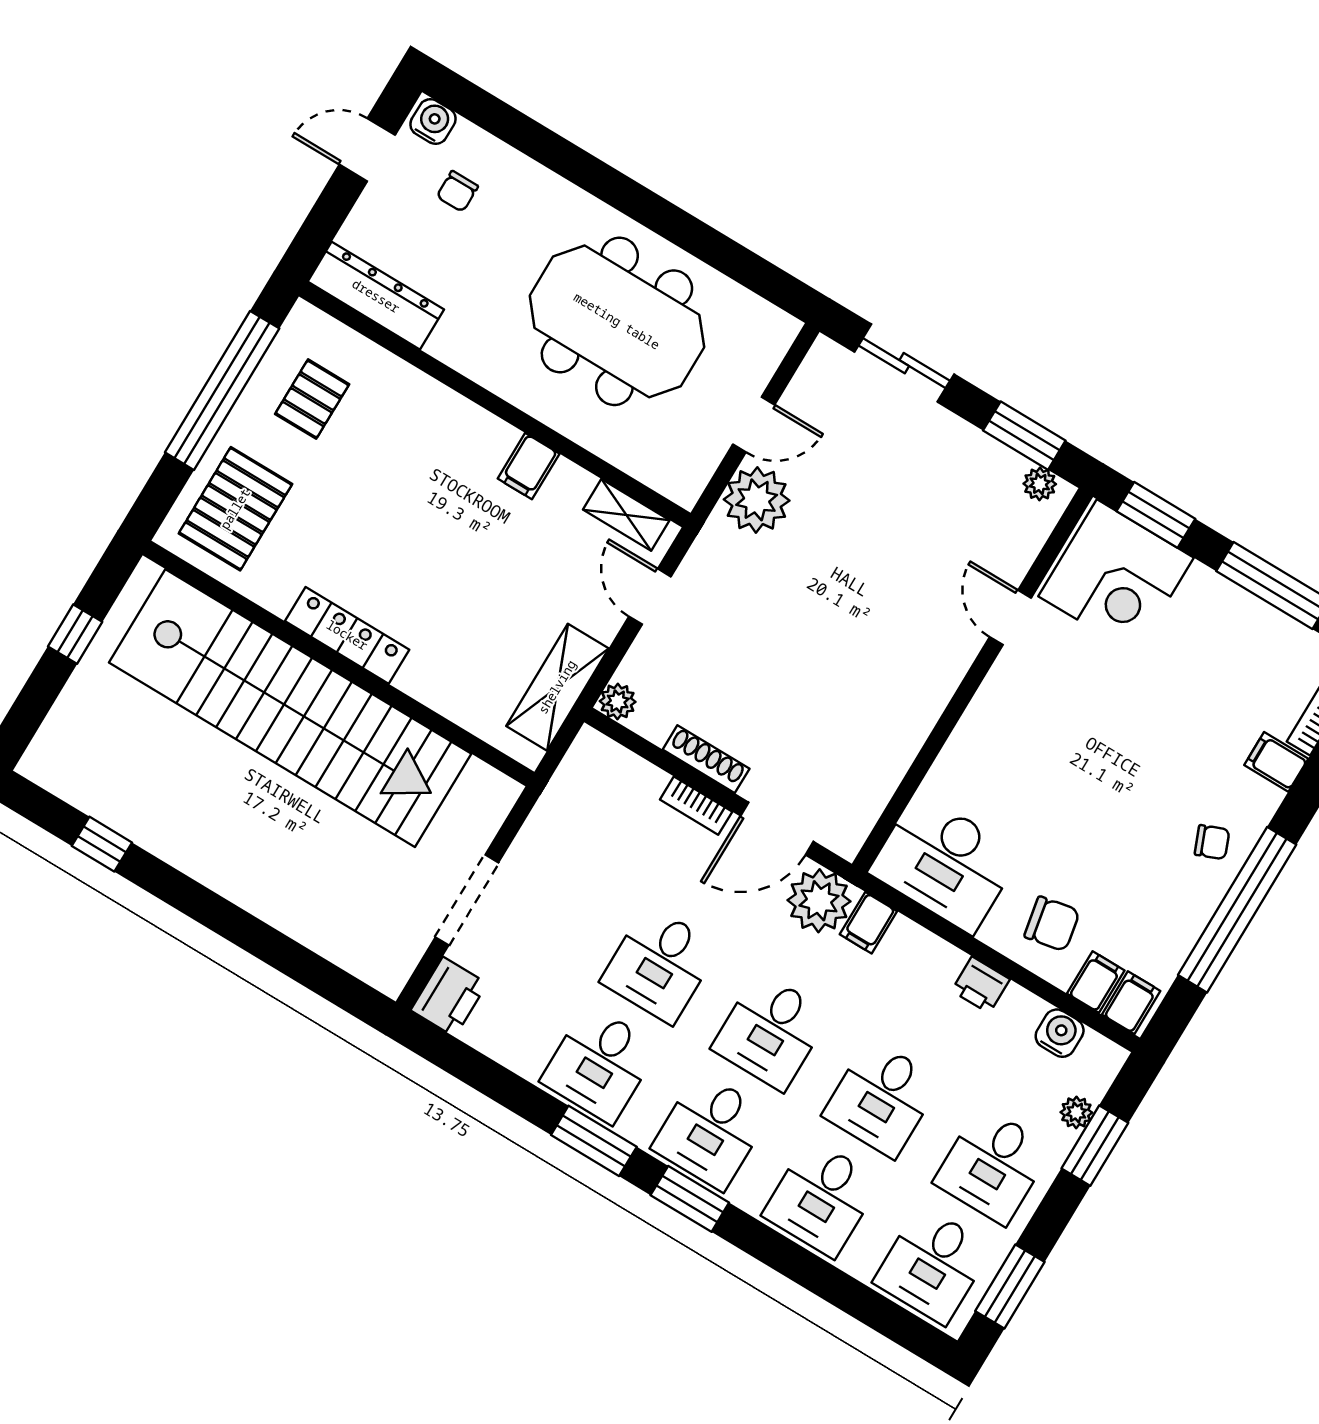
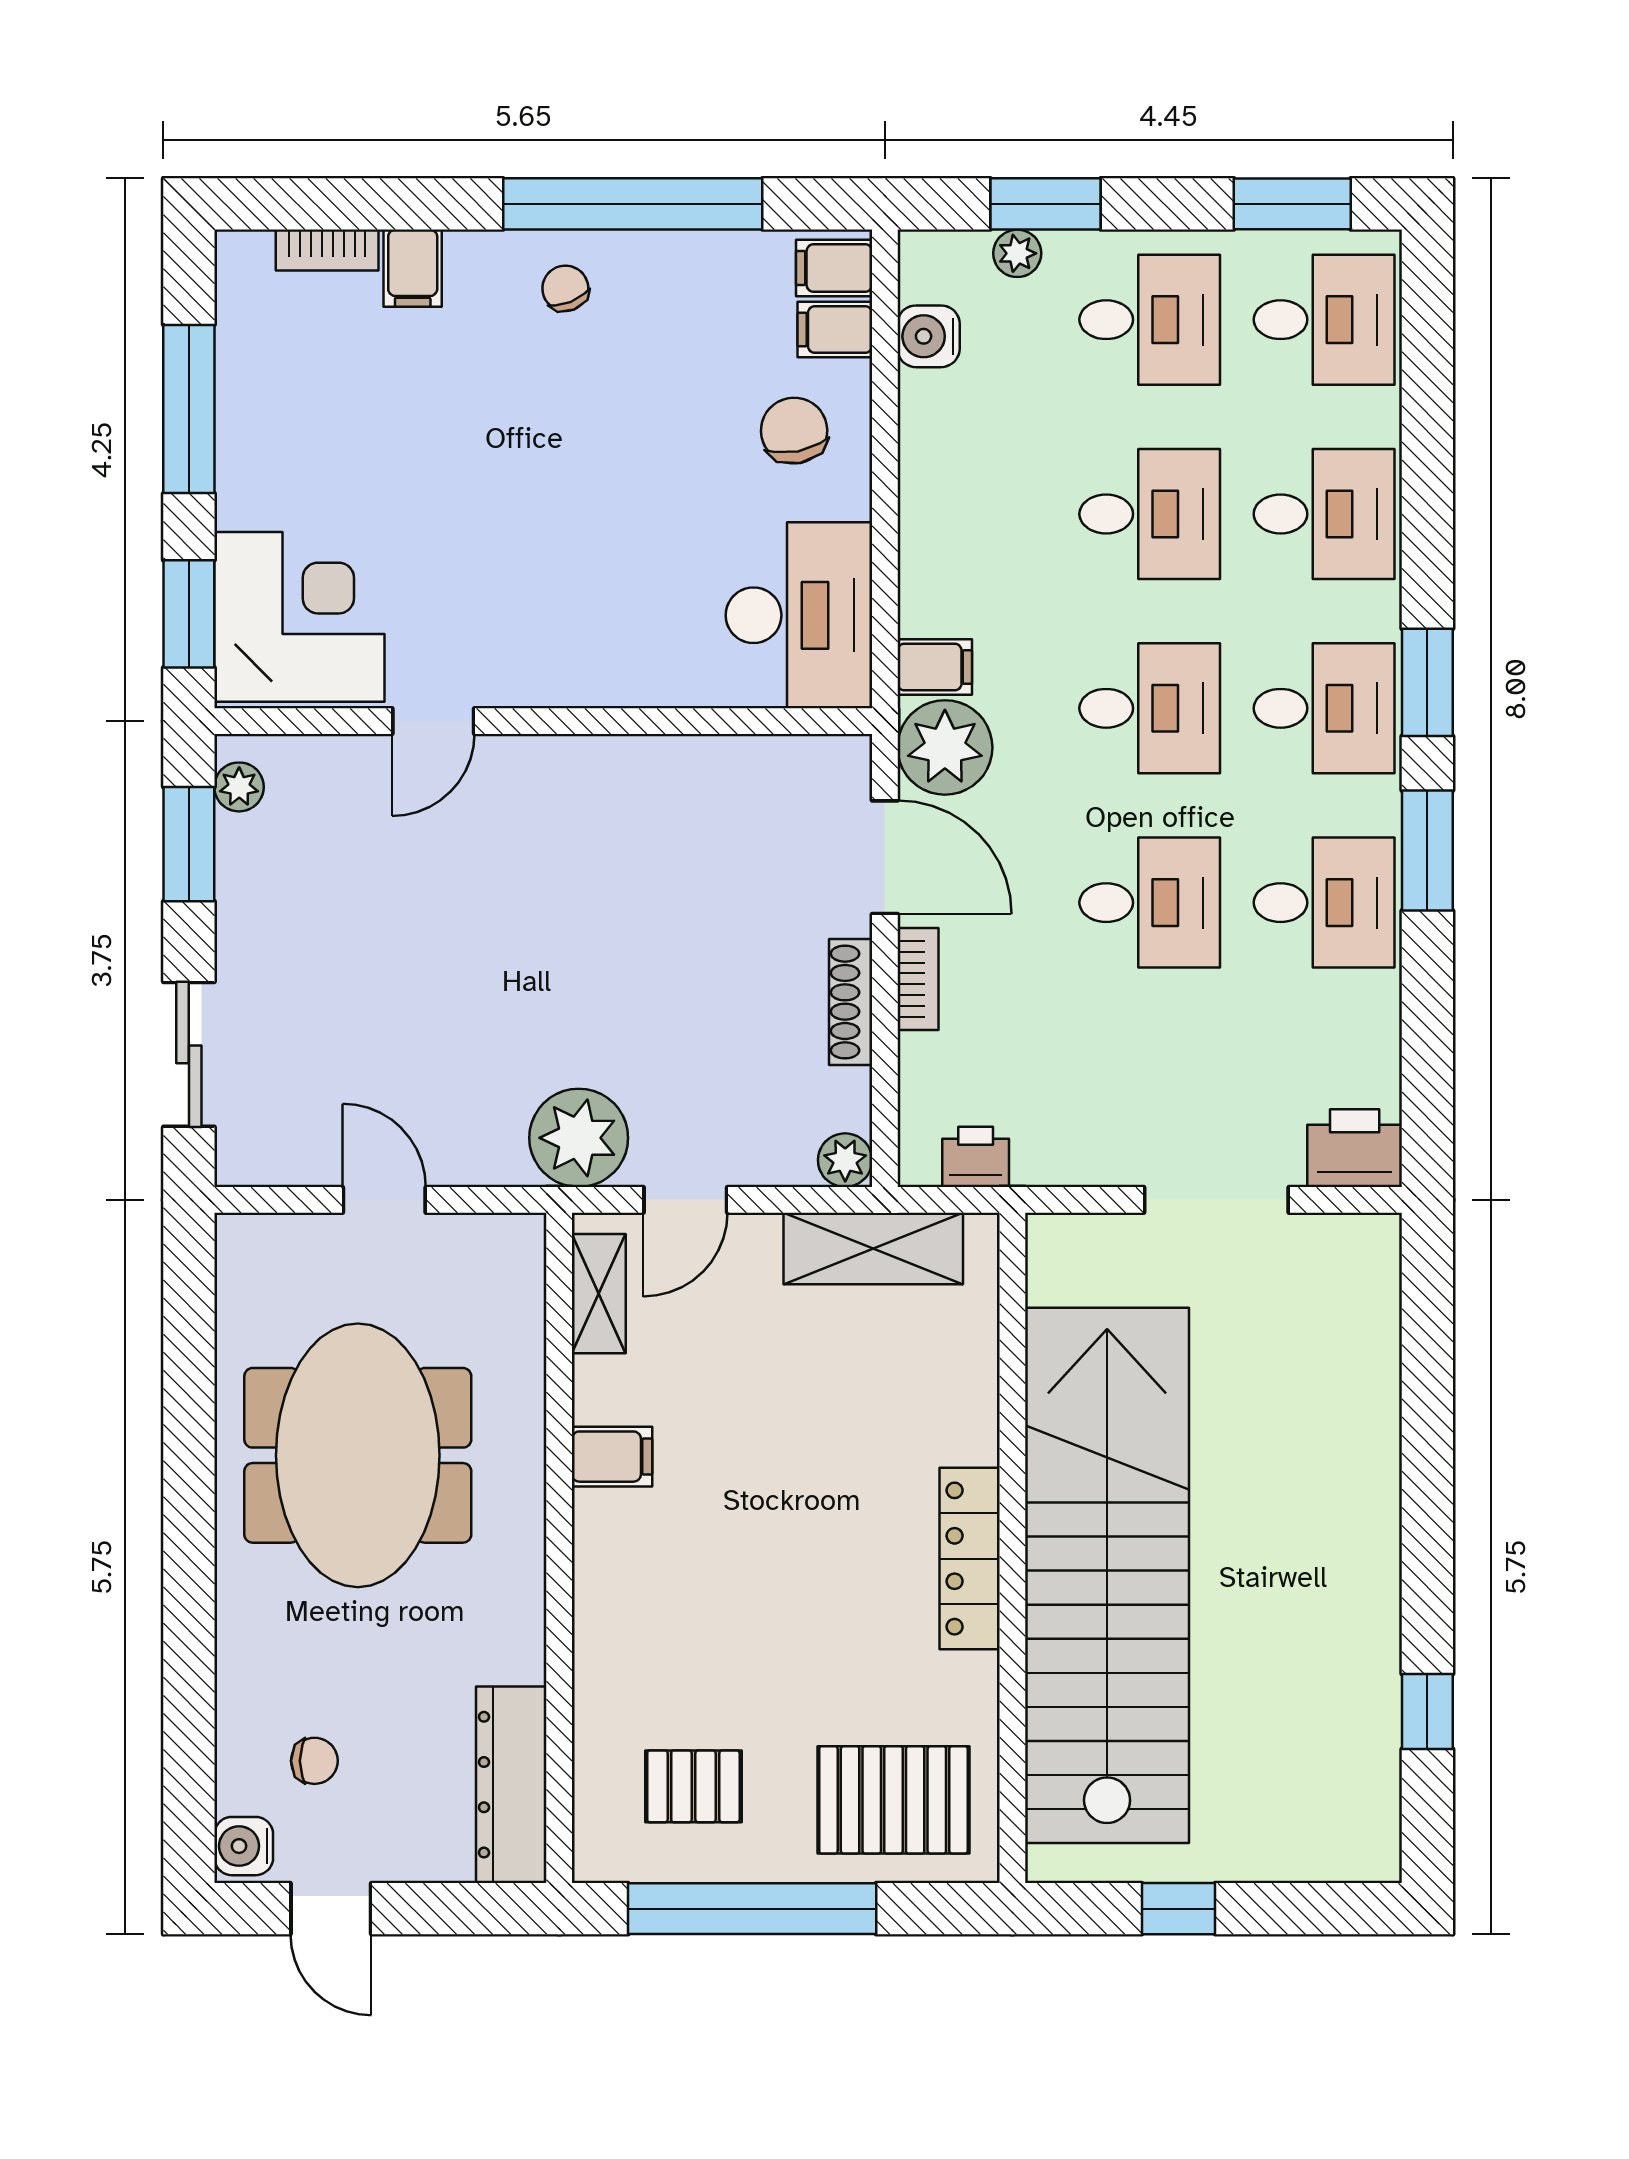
plant: (757, 500) -> (579, 1138), moved
printer: (981, 985) -> (976, 1157), moved, turned -90

